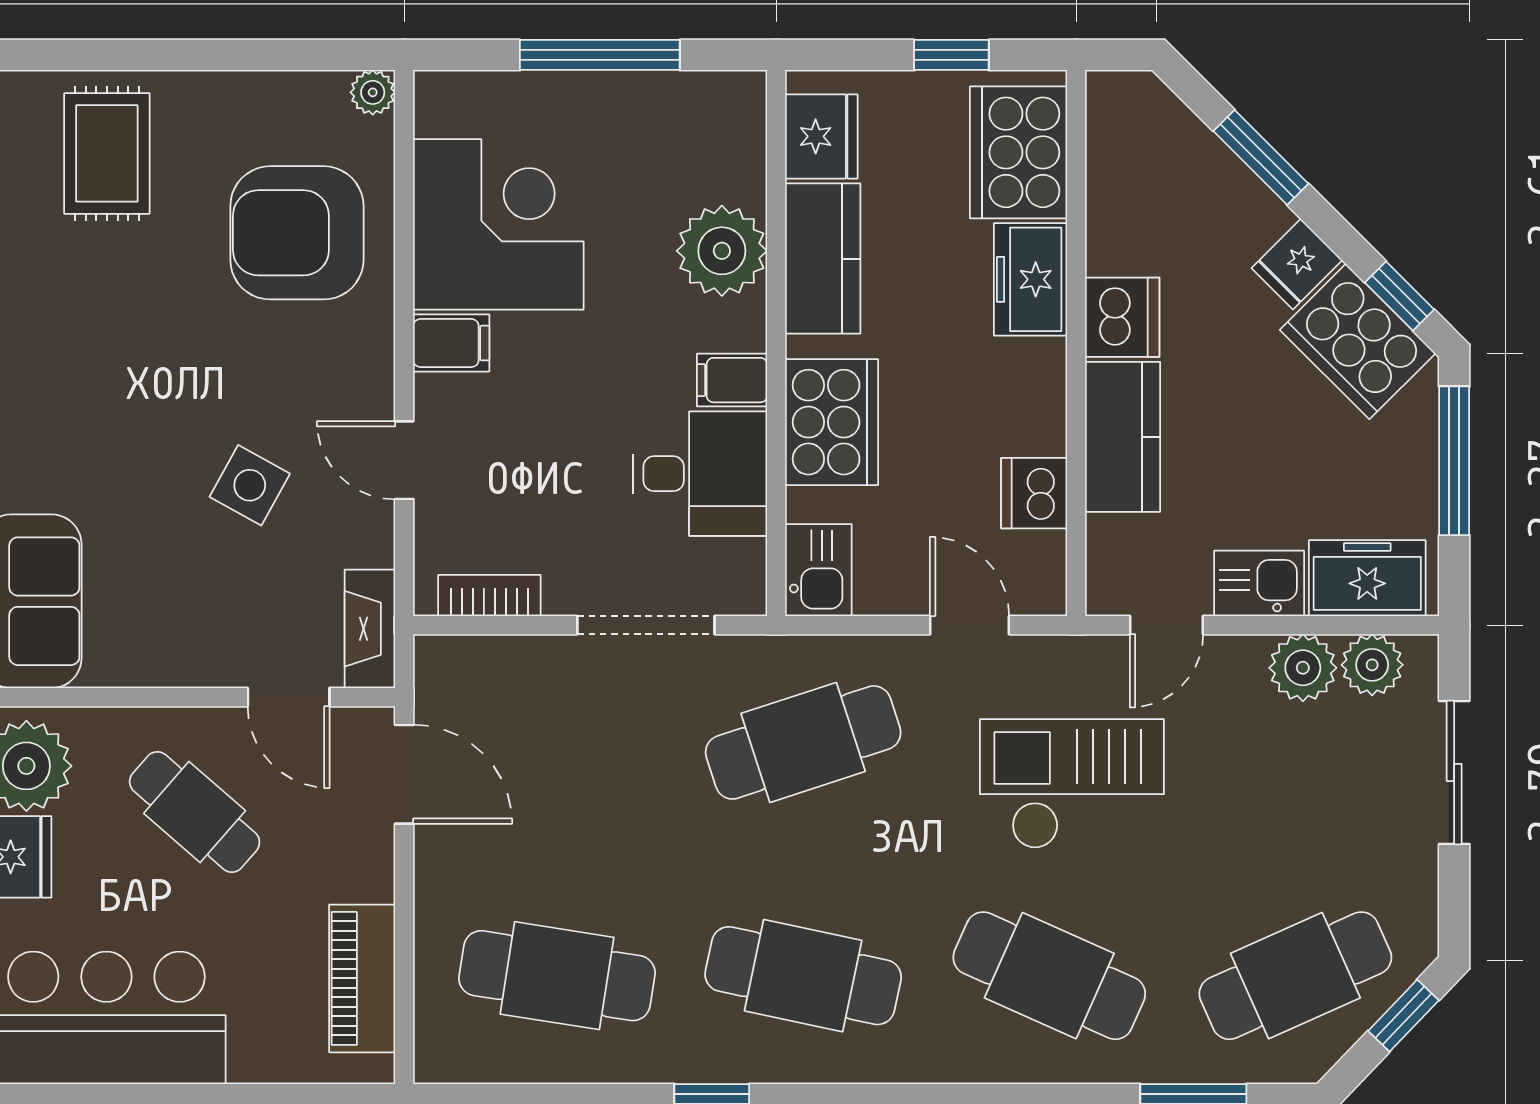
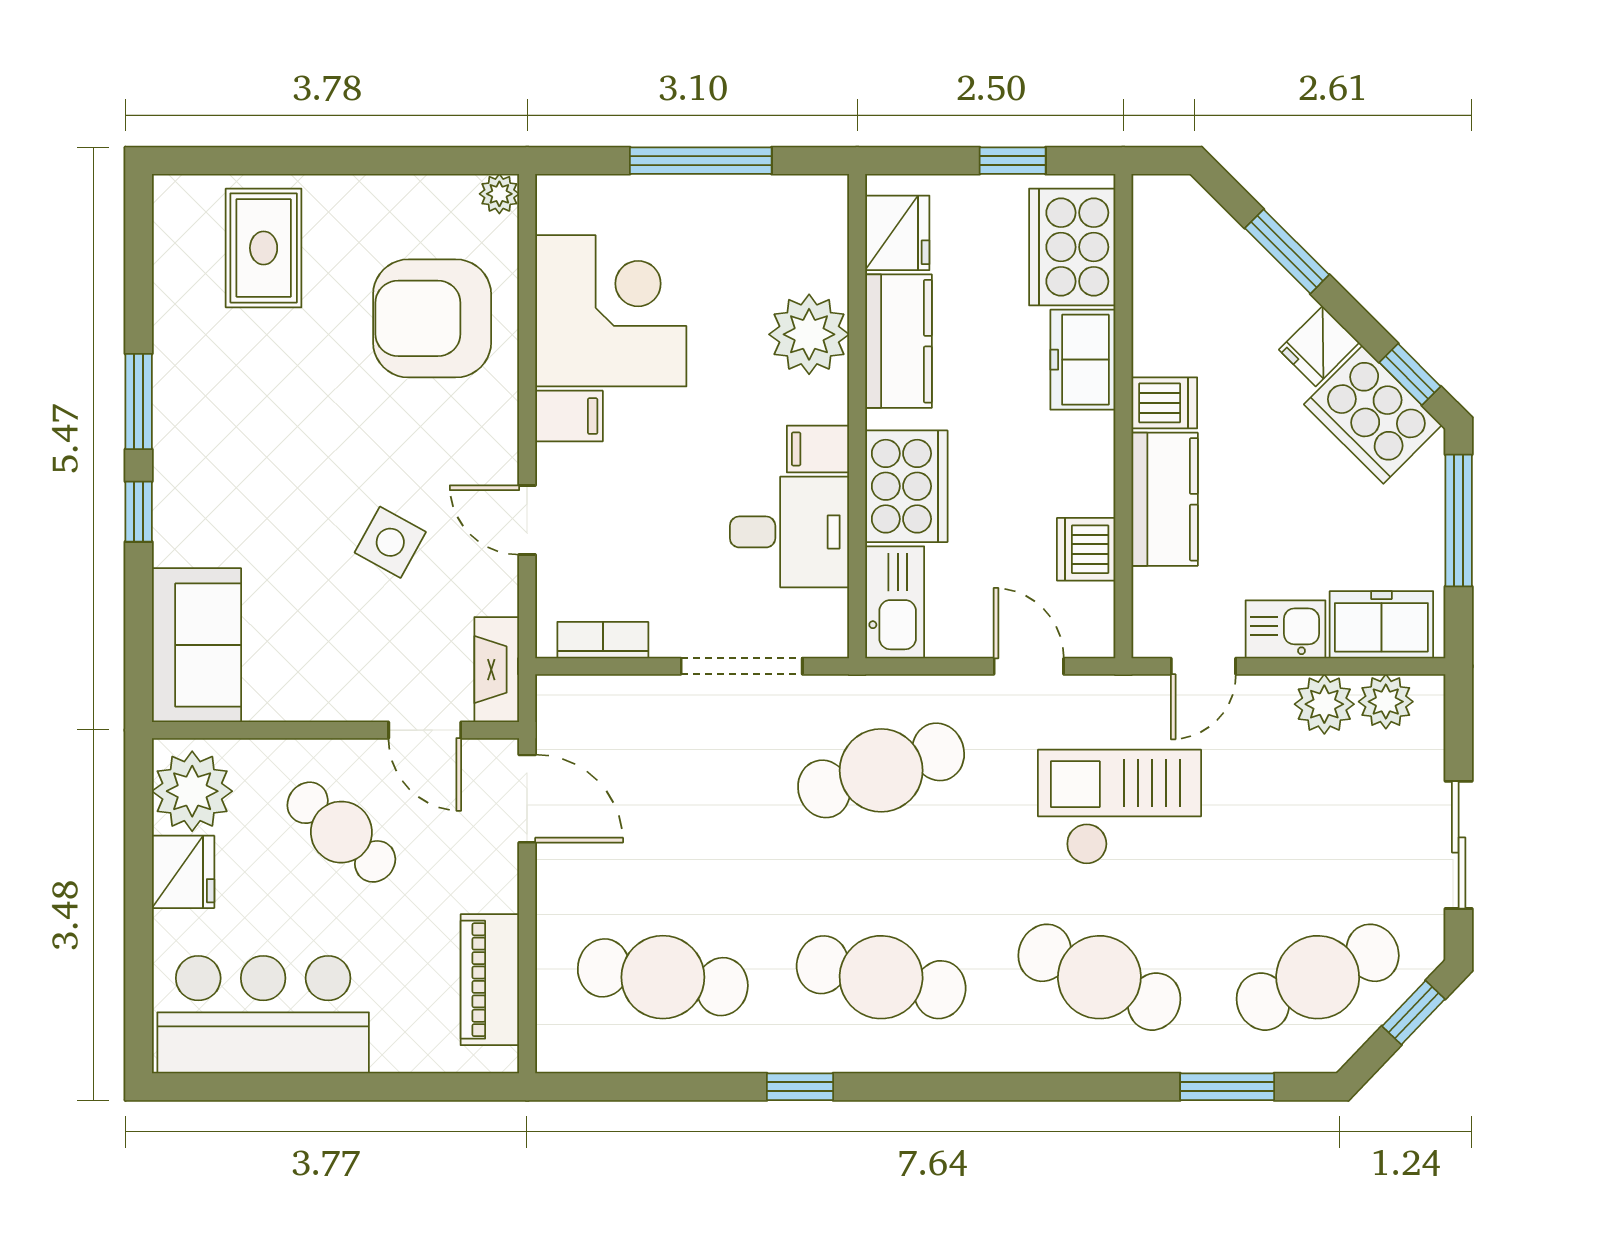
dishwasher: (1122, 317) -> (1164, 403), width x0.73
kitchen sink: (818, 570) -> (895, 602), width x1.38
sliding door: (1454, 772) -> (1459, 845), moved

